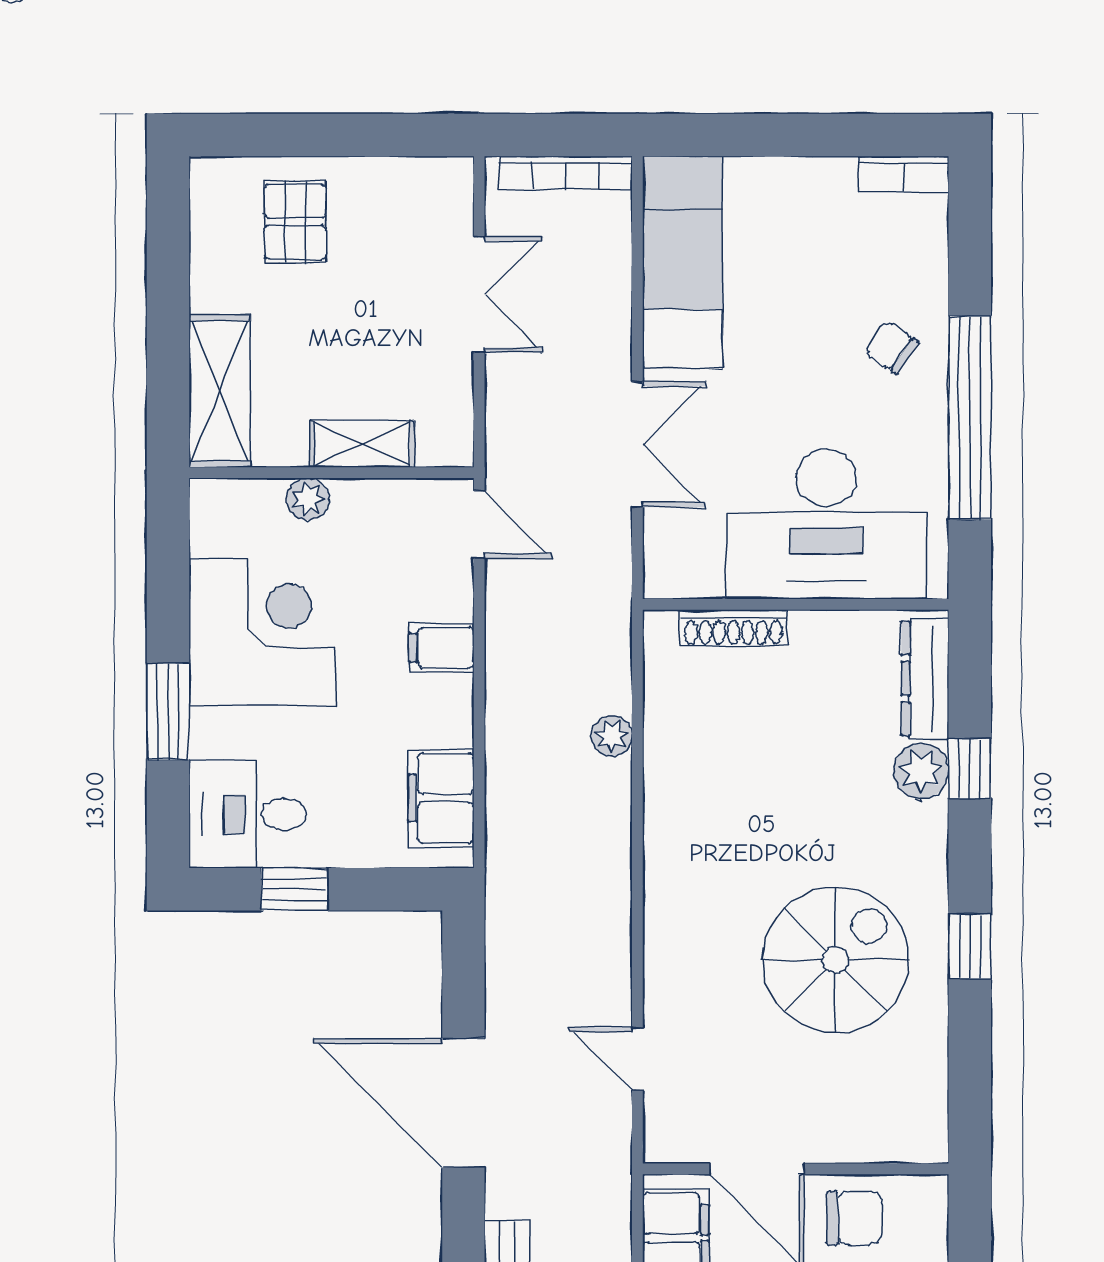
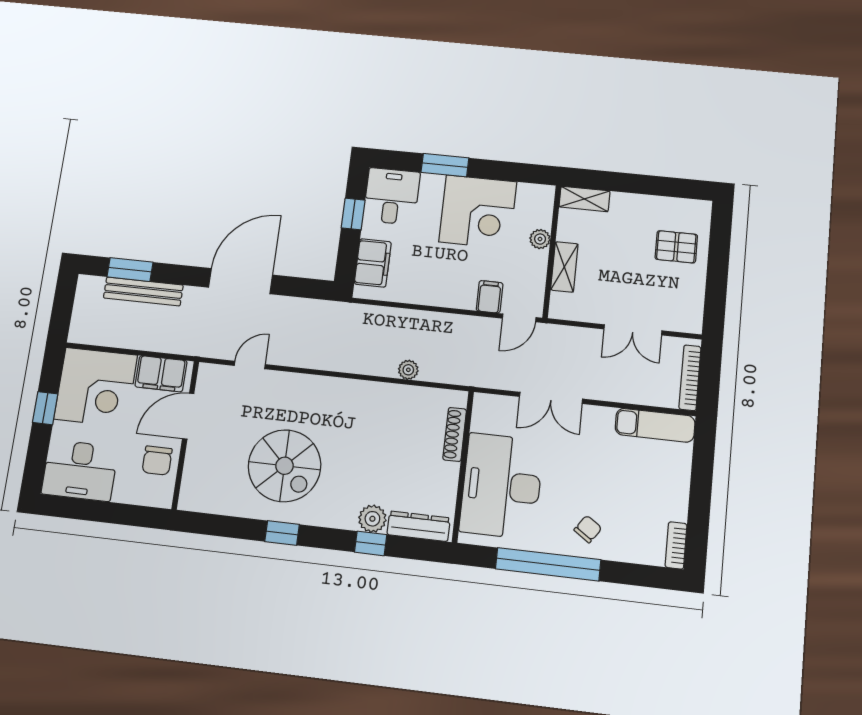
exam couch: (682, 262) -> (655, 425), width x0.73, depth x0.69
shelving: (220, 391) -> (585, 199), width x0.67, depth x0.75
filing cabinet: (442, 648) -> (490, 297), moved
filing cabinet: (441, 798) -> (373, 263), moved, turned 90

